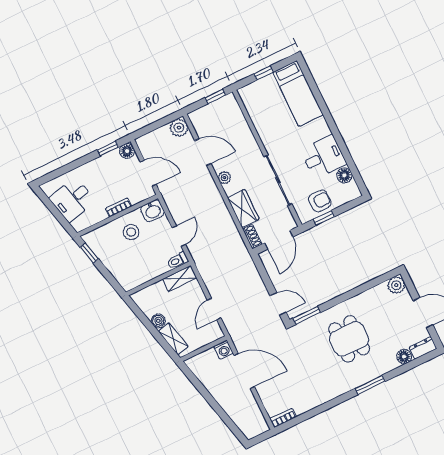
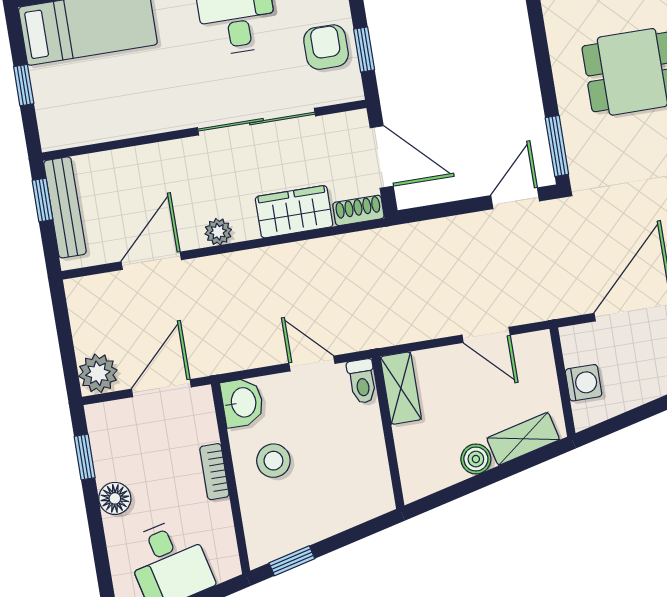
bench: (215, 107) -> (65, 207), added
plant: (179, 128) -> (98, 373), moved
floor lamp: (127, 151) -> (115, 498), moved
washing machine: (223, 350) -> (584, 383), moved

